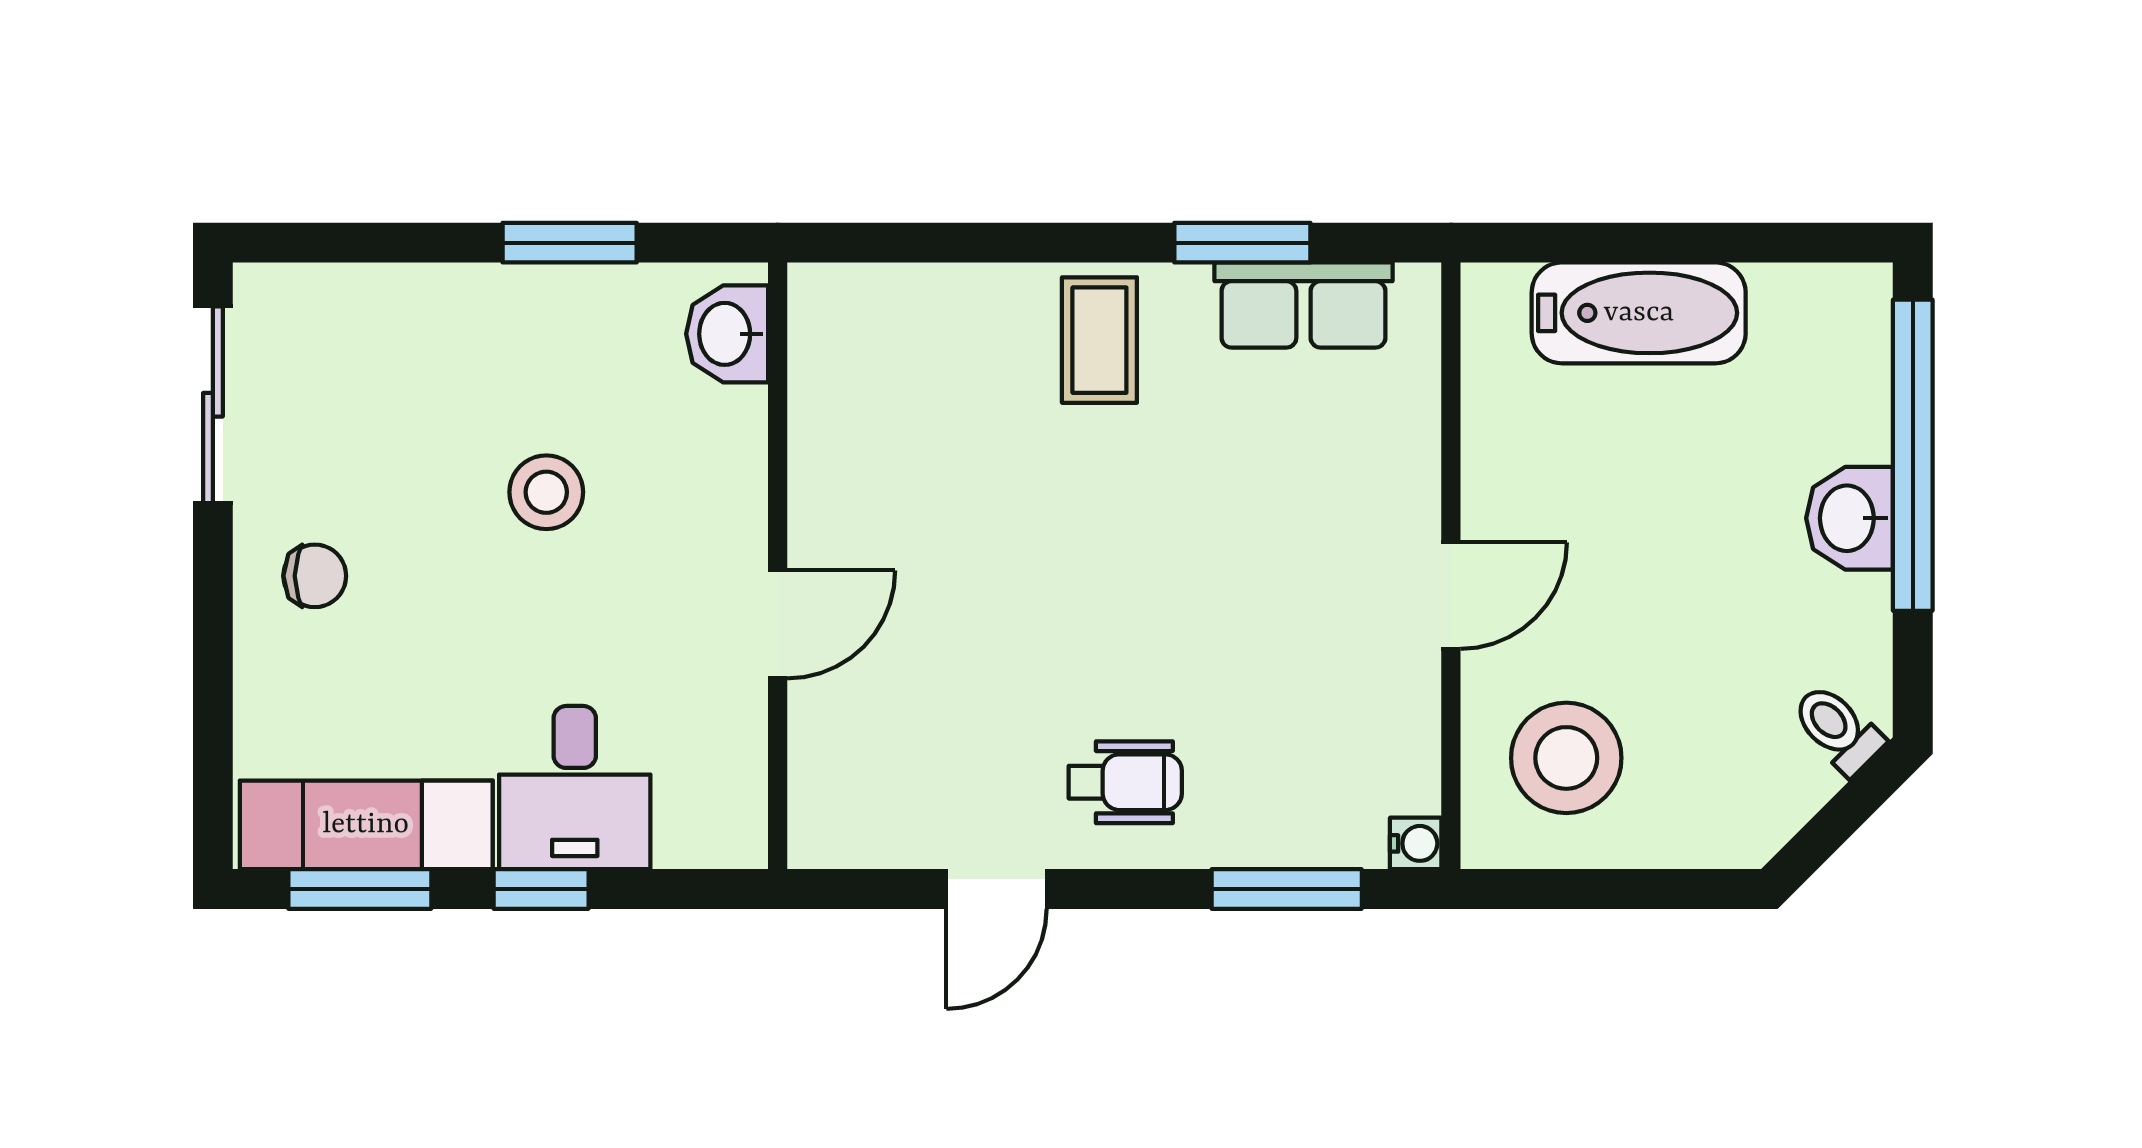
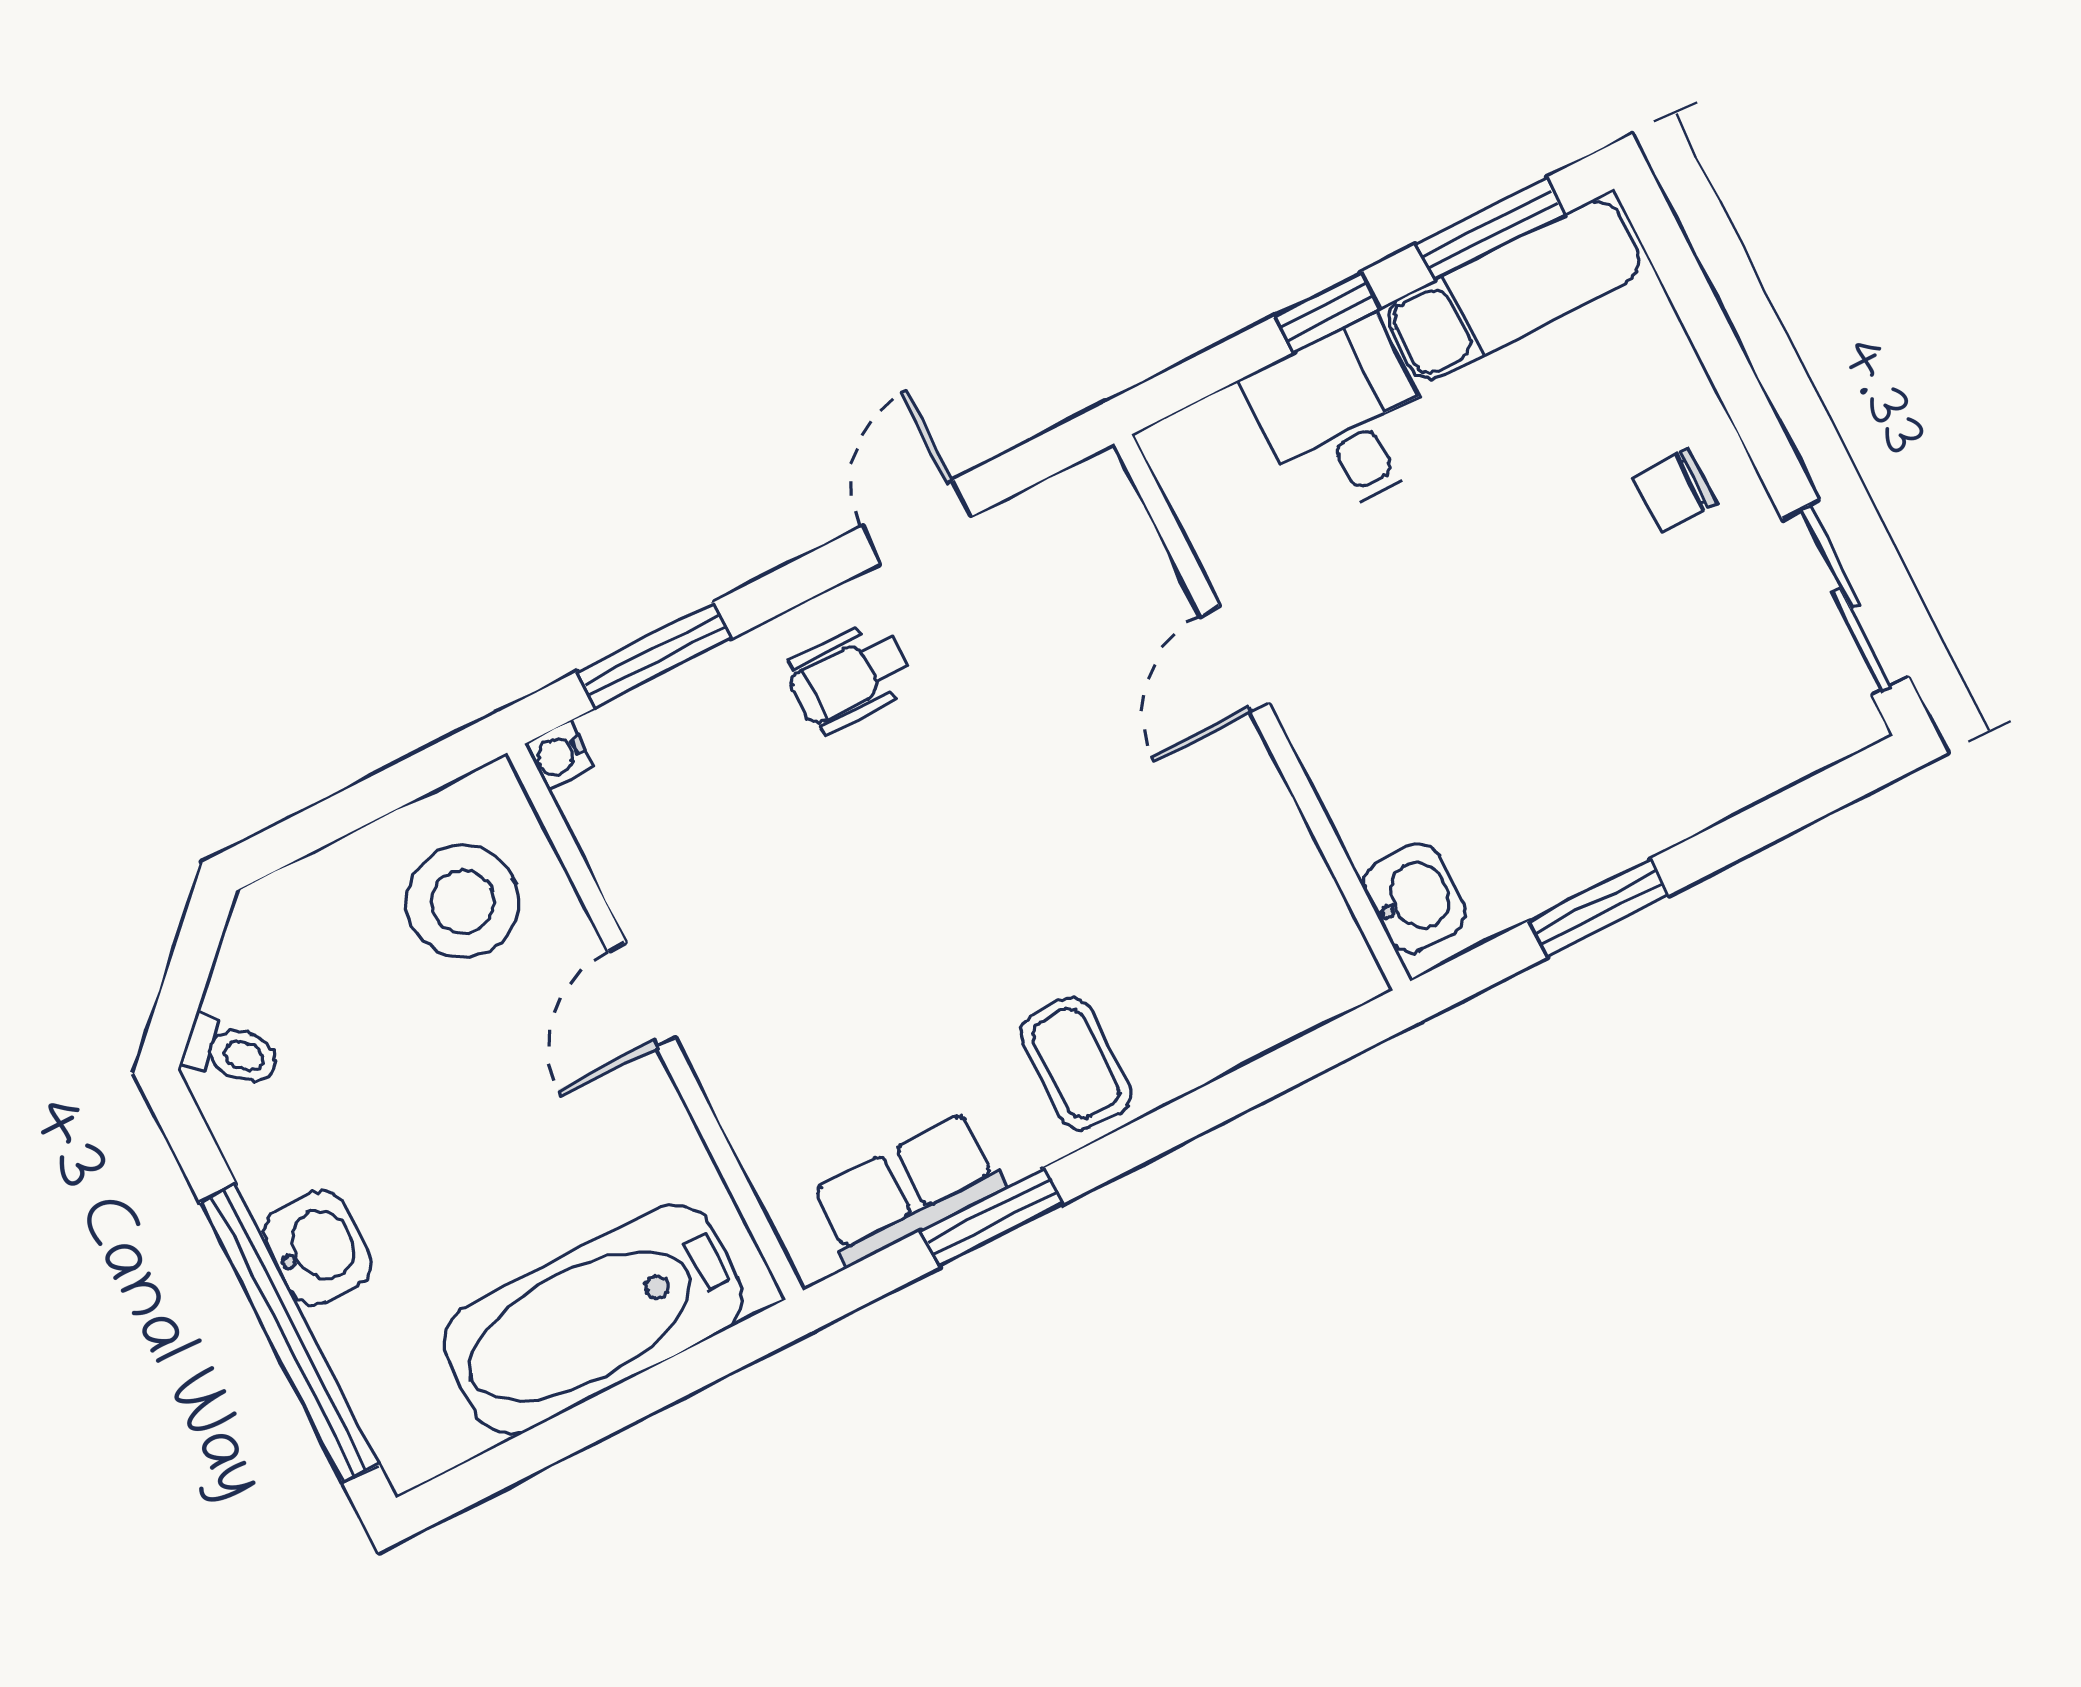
bathtub: (1639, 313) -> (594, 1319), width x1.36, depth x1.36
stool: (546, 492) -> (1505, 672), removed

